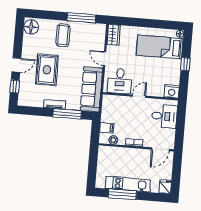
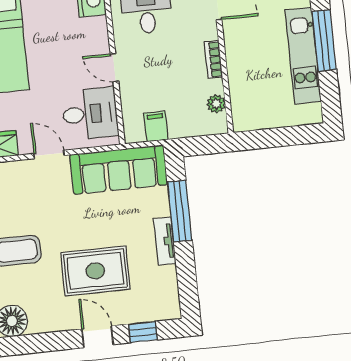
door: (105, 59) -> (49, 154), swing flipped
filing cabinet: (107, 128) -> (156, 126), moved
window: (122, 194) -> (324, 41), moved

